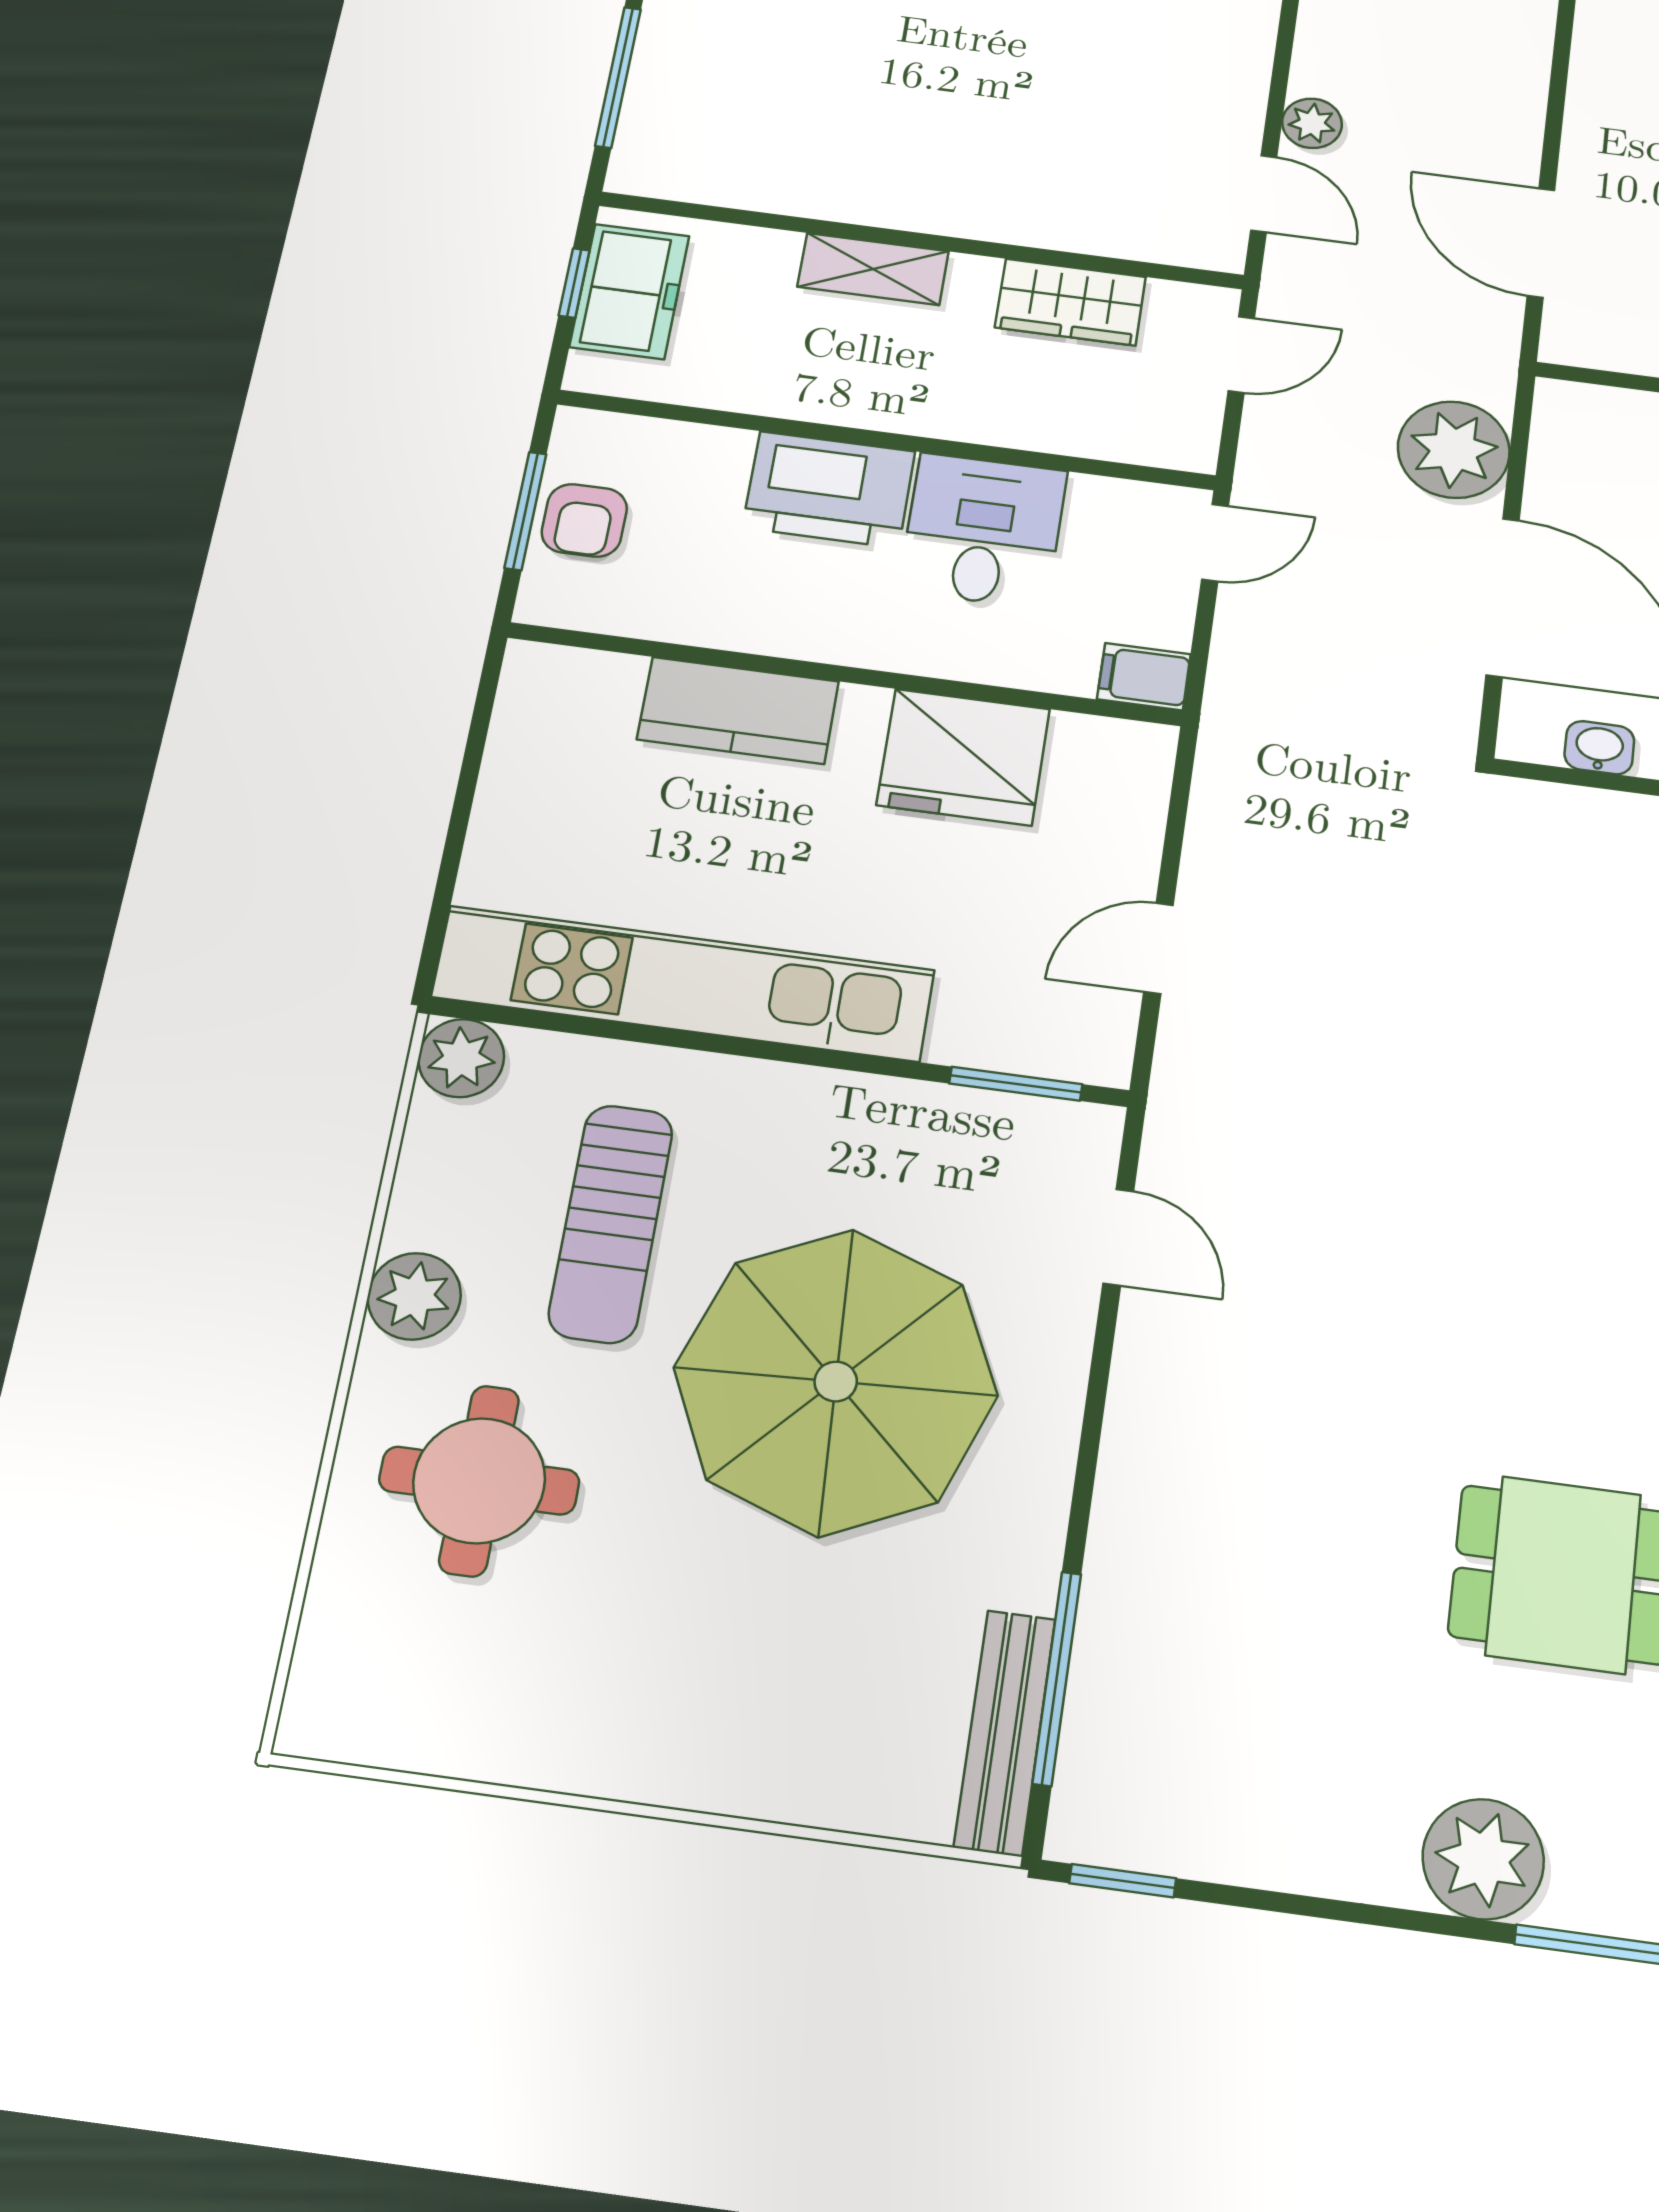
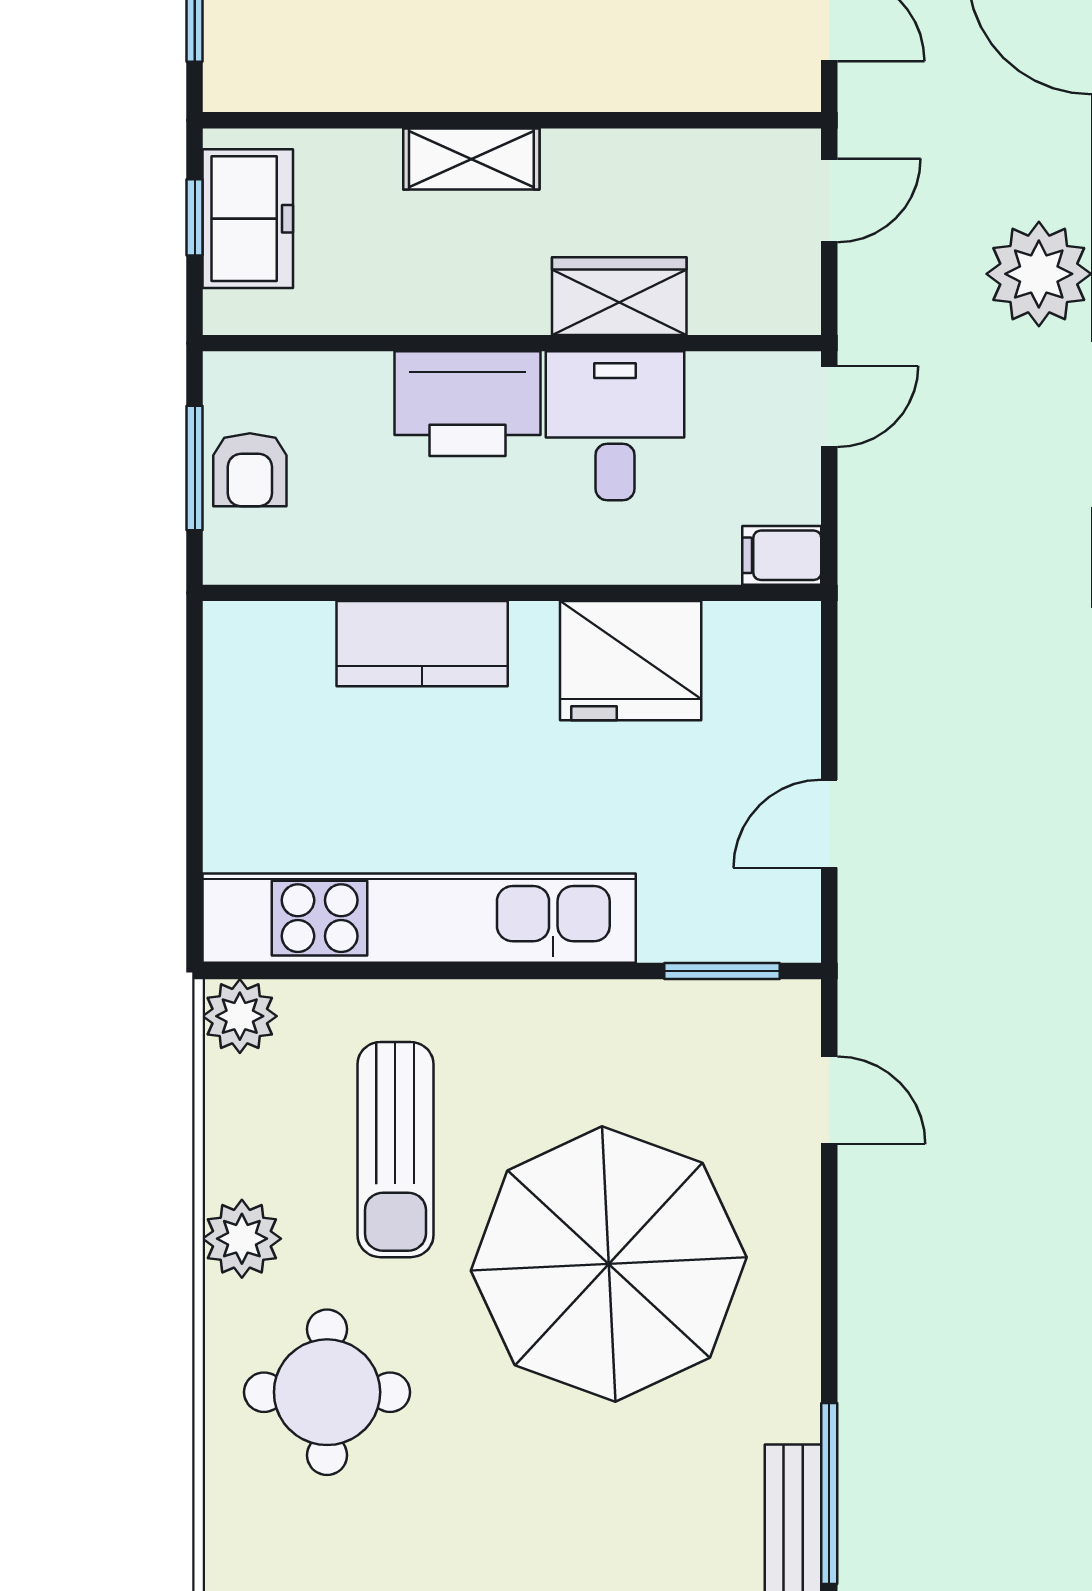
wardrobe: (1070, 302) -> (619, 296), moved, turned 180

